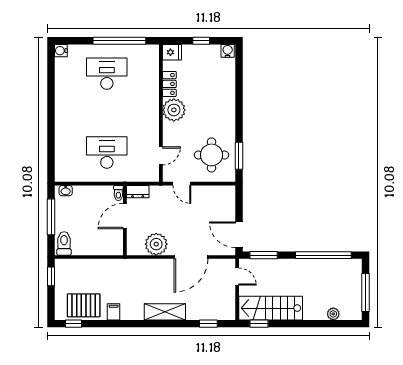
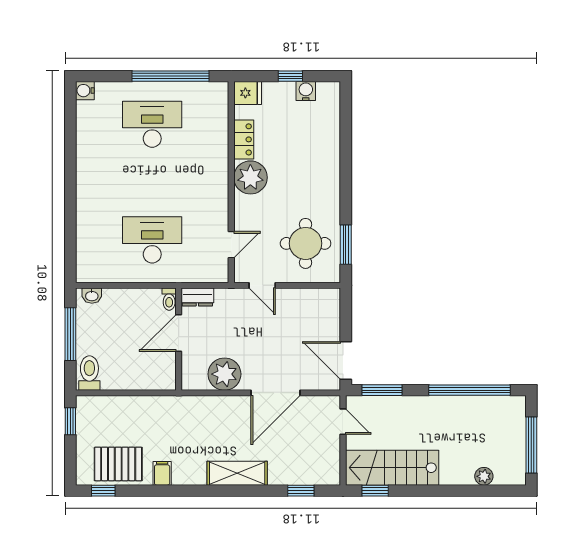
water cooler: (228, 51) -> (306, 91), moved

